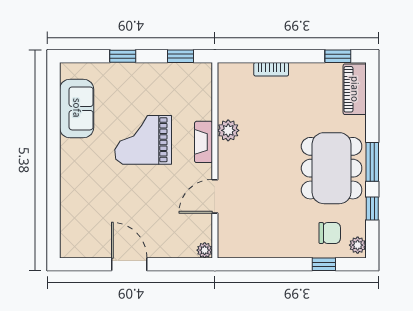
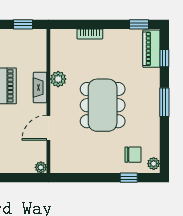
dining table: (332, 168) -> (103, 105), moved
window: (372, 208) -> (164, 58), moved

